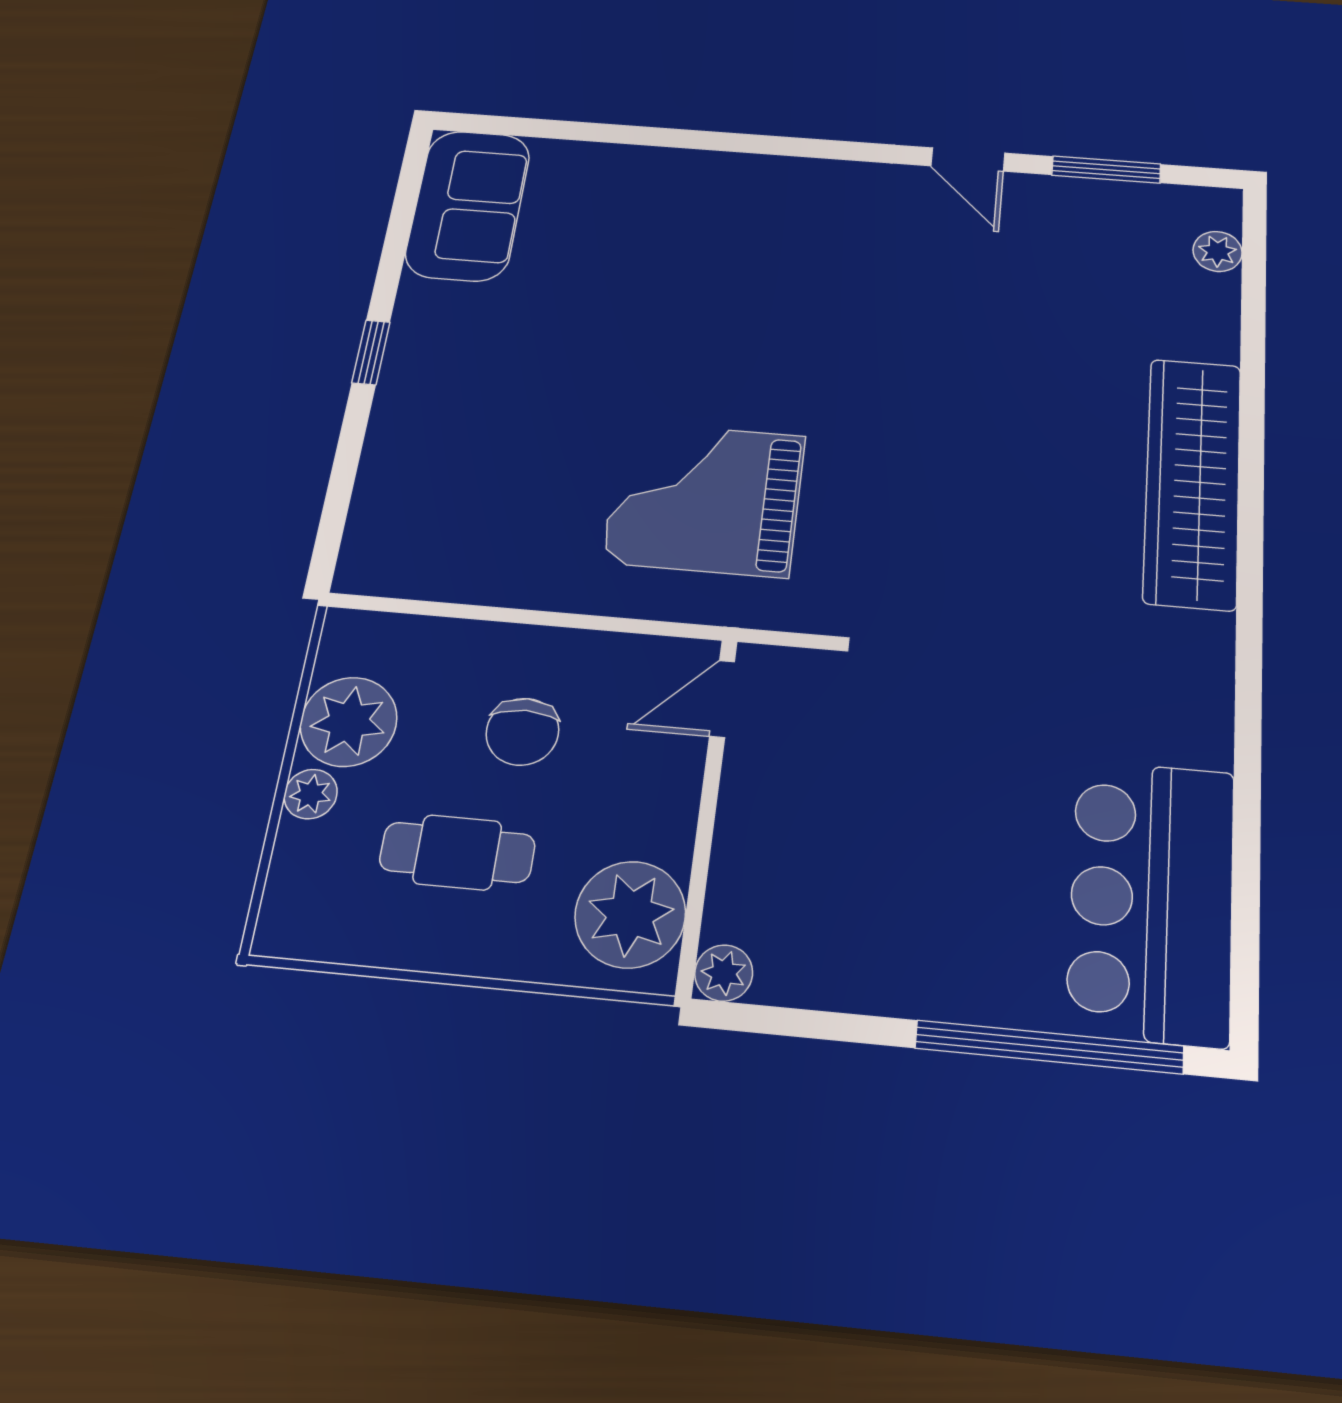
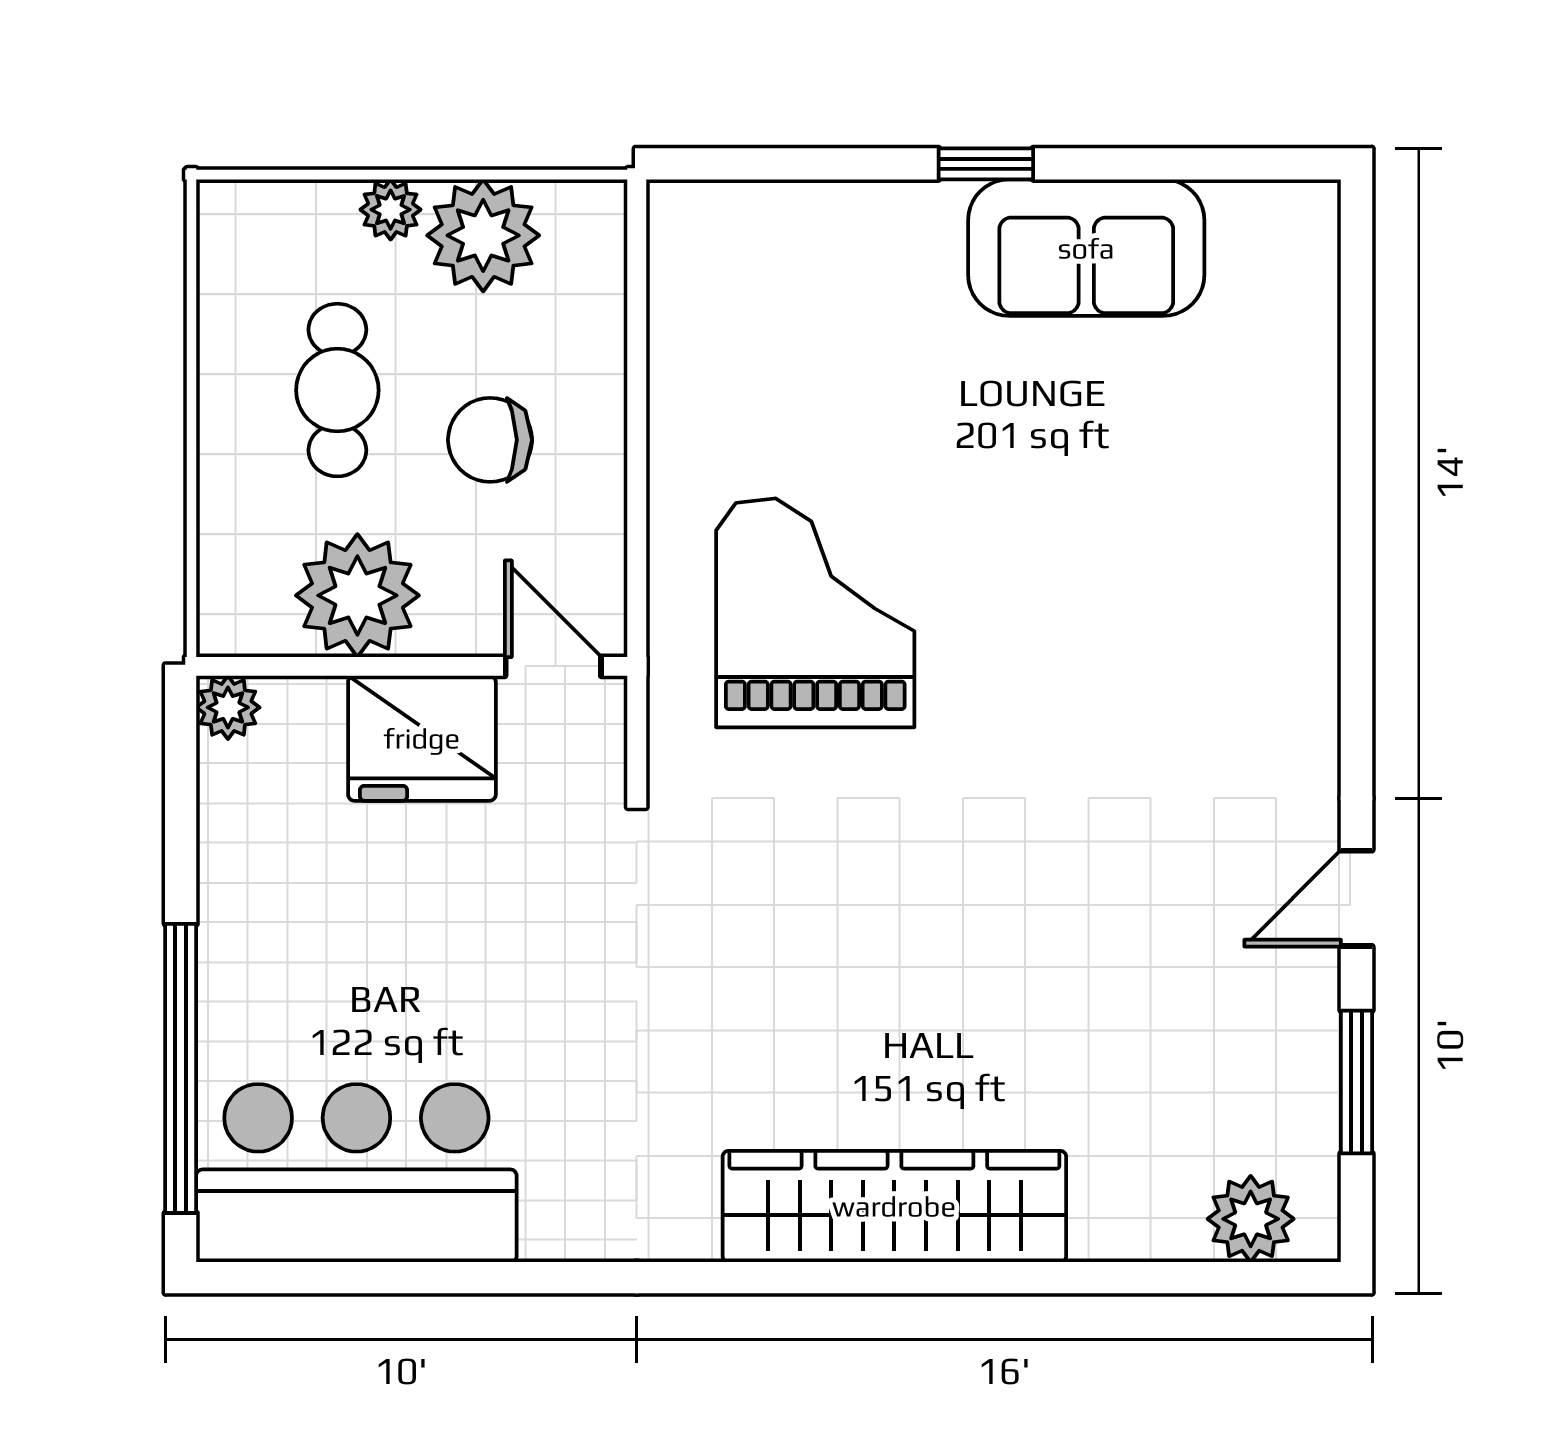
sofa: (468, 205) -> (1086, 248), moved
plant: (1218, 251) -> (1251, 1219), width x1.38, depth x1.38
fridge: (771, 810) -> (422, 738), added
plant: (630, 914) -> (357, 595), moved

